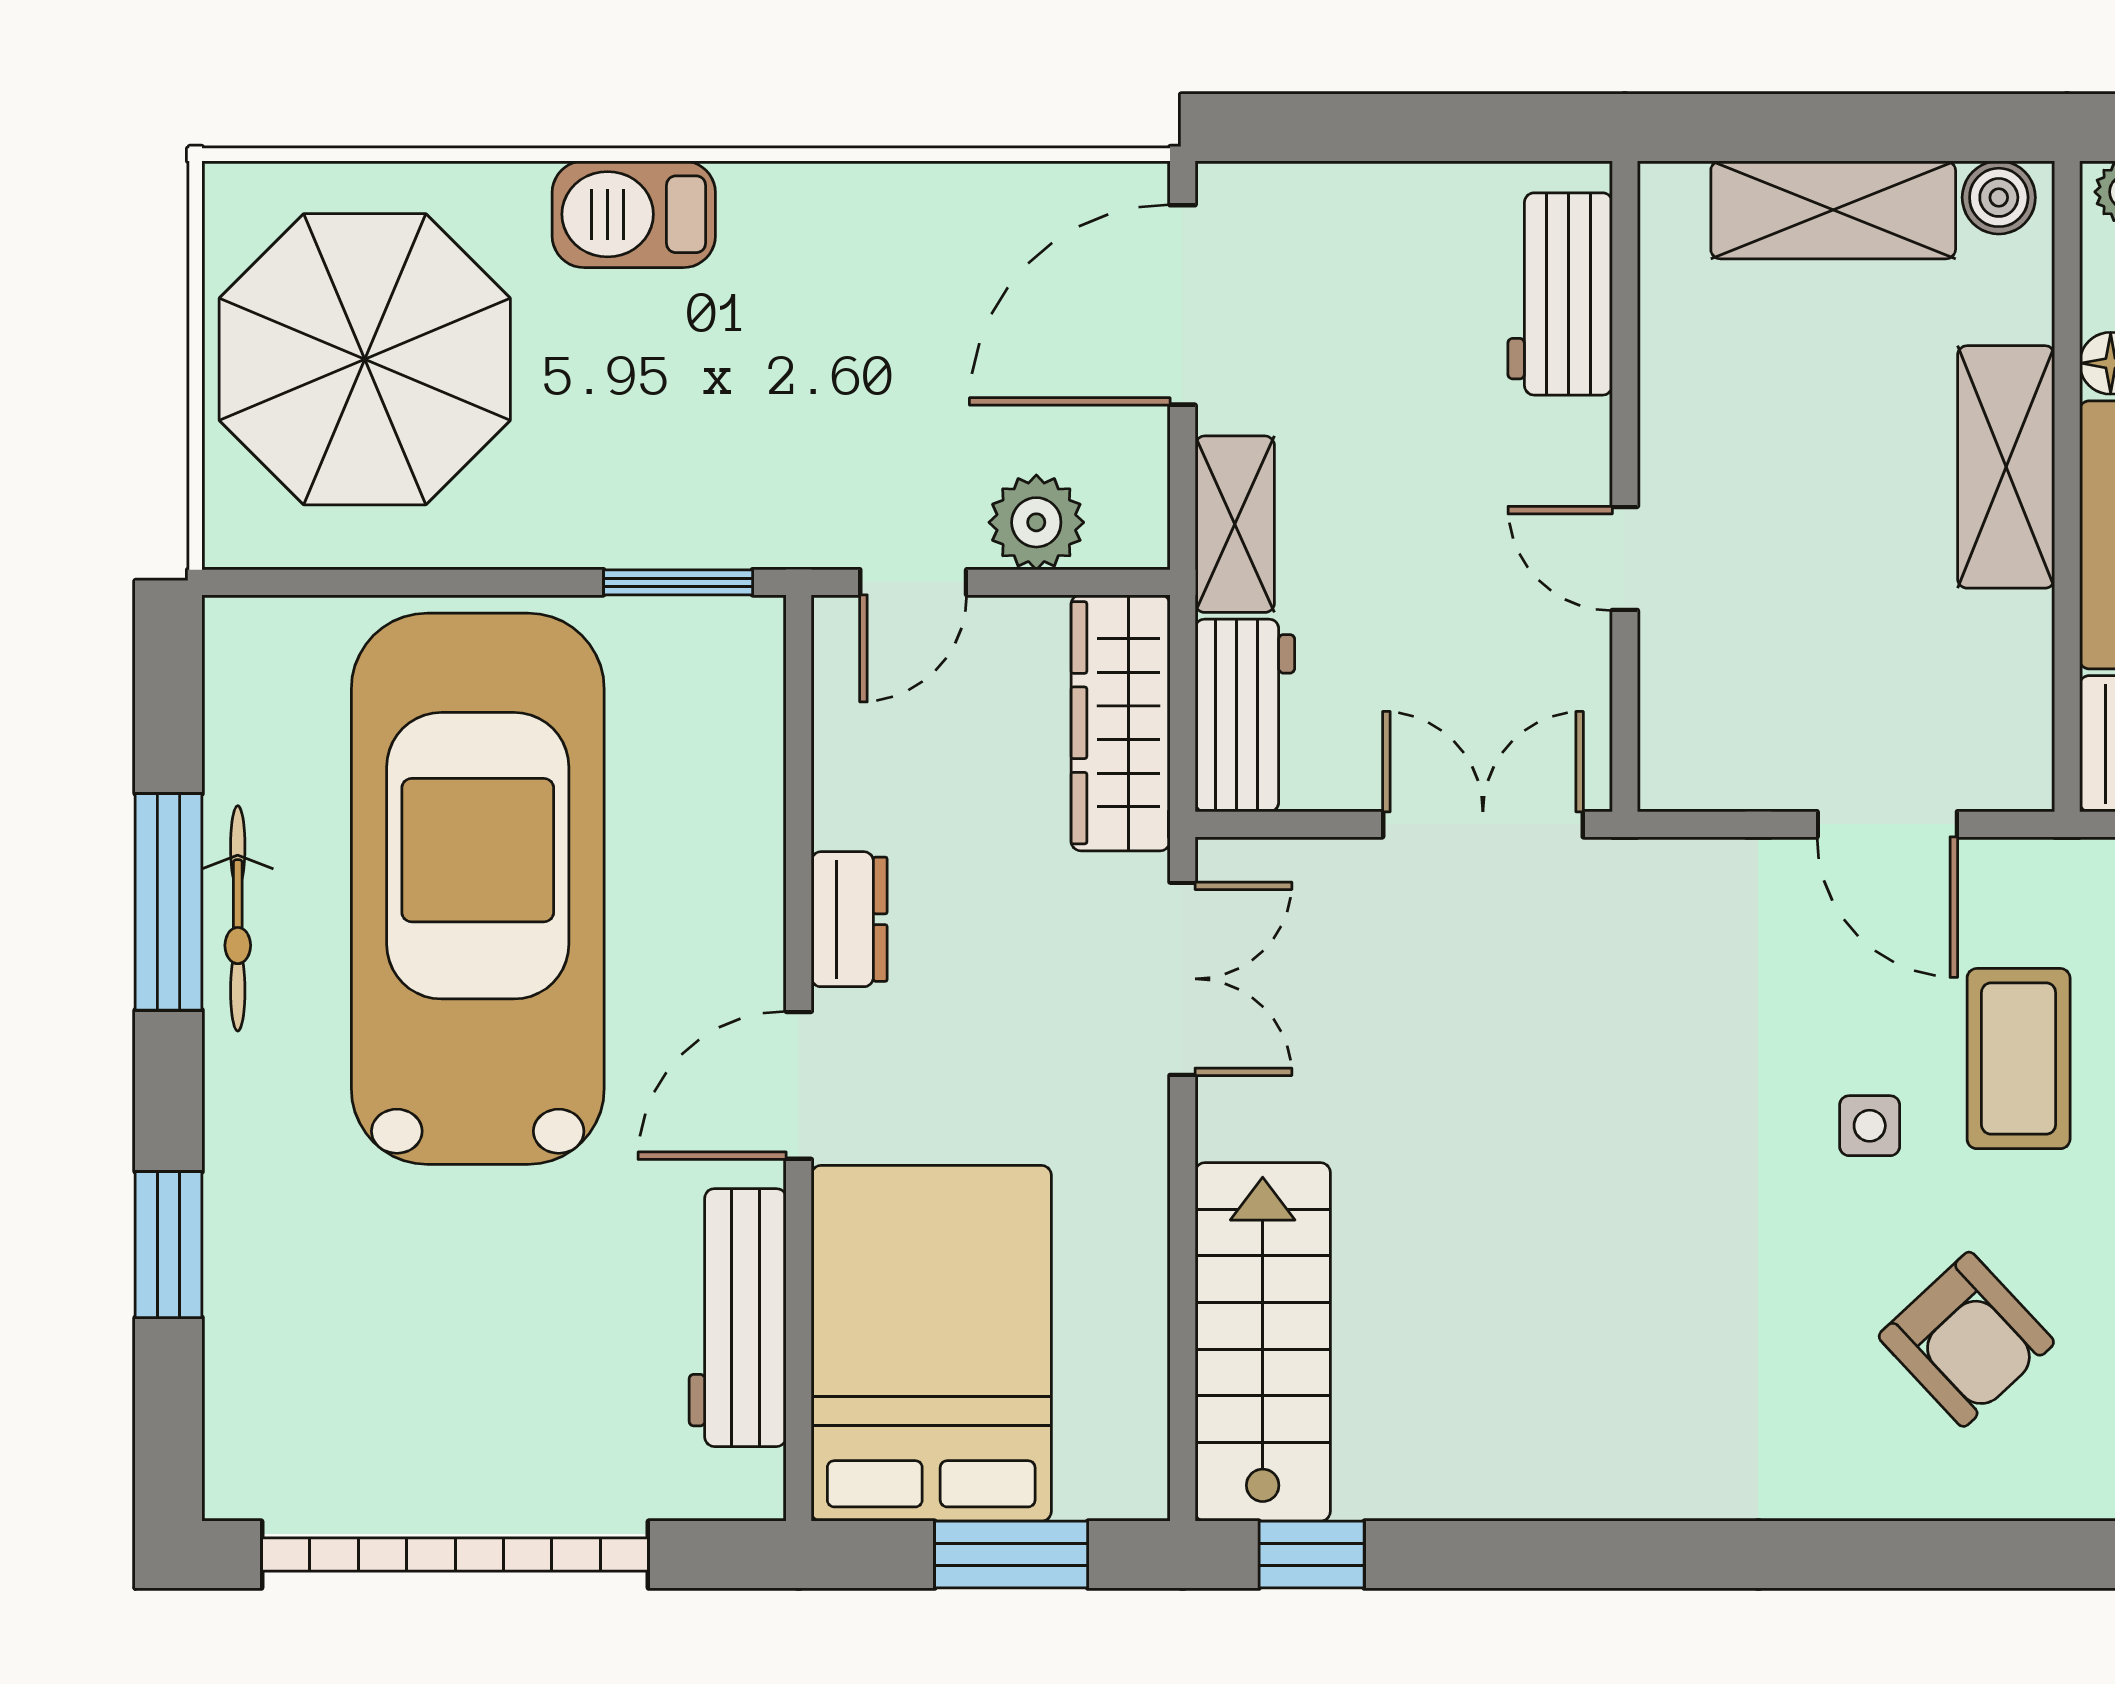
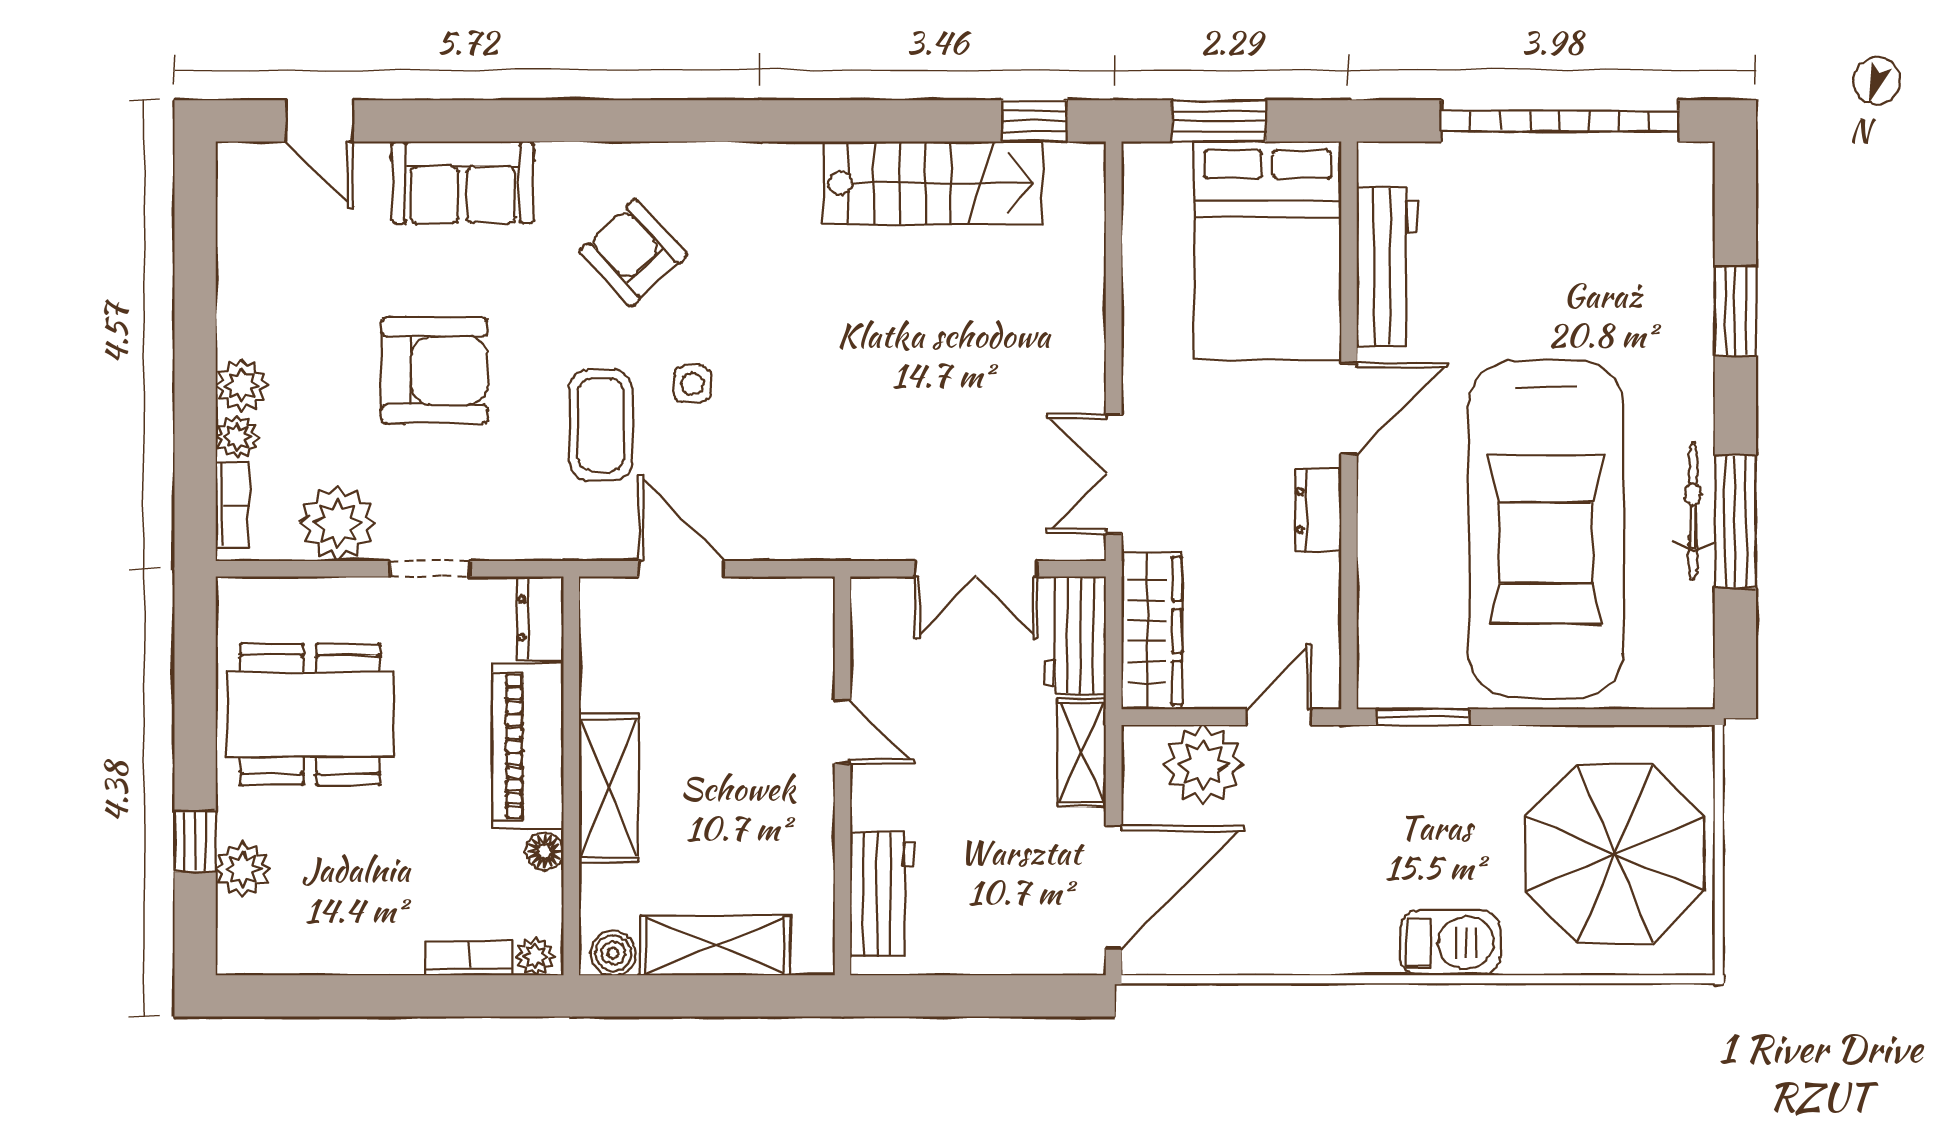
plant: (1036, 522) -> (1203, 764), width x1.36, depth x1.36
double door: (1483, 824) -> (976, 569), moved
stairs: (1263, 1342) -> (933, 183), moved, turned -90

